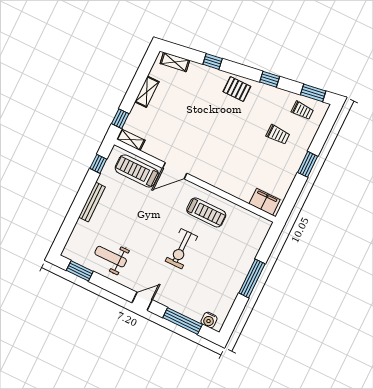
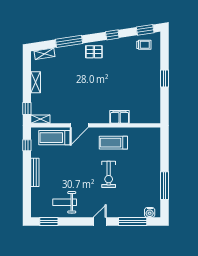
window: (213, 61) -> (69, 41), width x2.17
trolley: (278, 135) -> (135, 69), removed
filing cabinet: (265, 202) -> (120, 117), moved
treadmill: (206, 212) -> (113, 143), turned 180
window: (252, 278) -> (165, 186), moved

